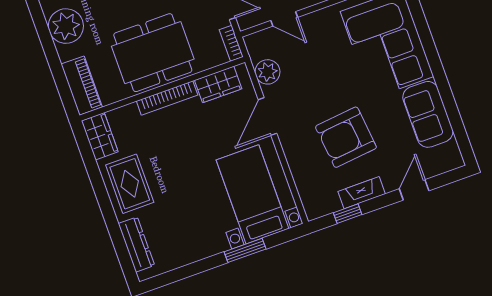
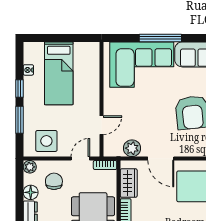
window: (433, 57) -> (160, 38), added

